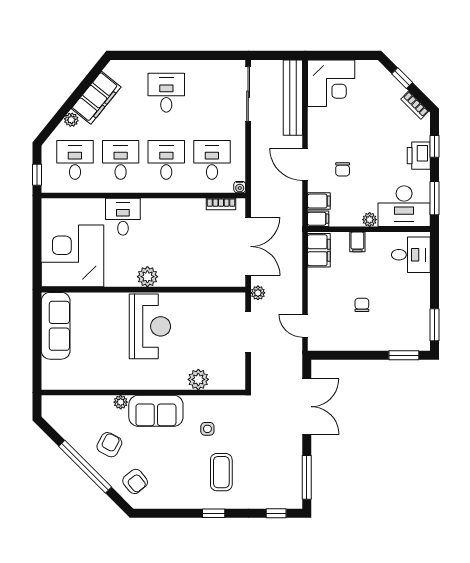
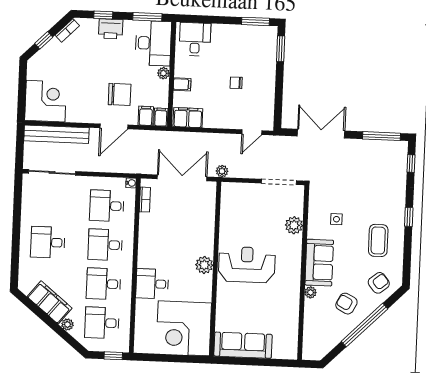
chair: (343, 169) -> (120, 94), width x1.87, depth x1.87
doorway: (248, 332) -> (279, 182), moved
coffee table: (221, 472) -> (378, 240), moved, turned 90

